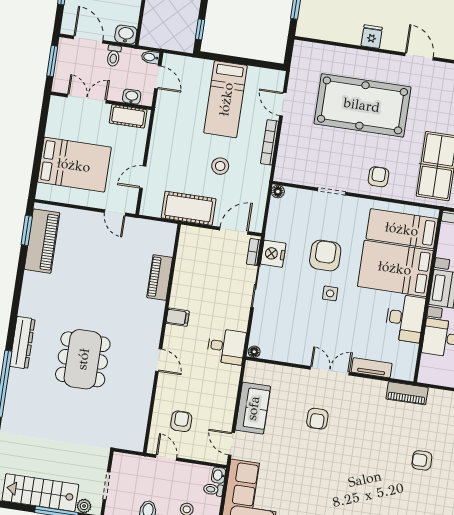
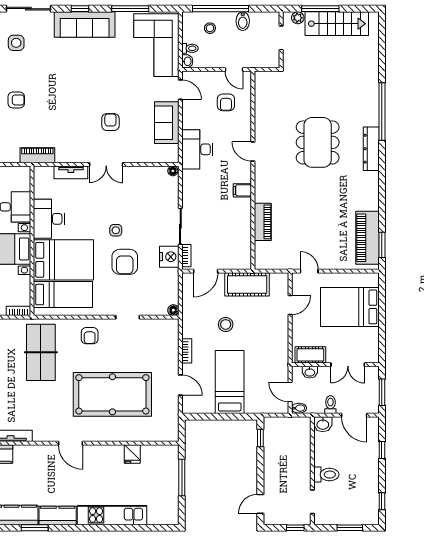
fridge: (372, 37) -> (132, 454), moved
bookcase: (270, 142) -> (187, 351), width x0.64
desk: (226, 346) -> (197, 149), moved, width x1.37

